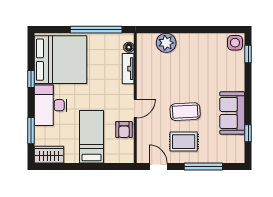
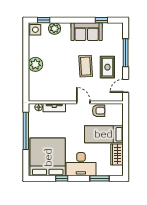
plant: (166, 43) -> (35, 64), moved
plant: (236, 69) -> (55, 29), added
wardrobe: (49, 155) -> (117, 154), moved

